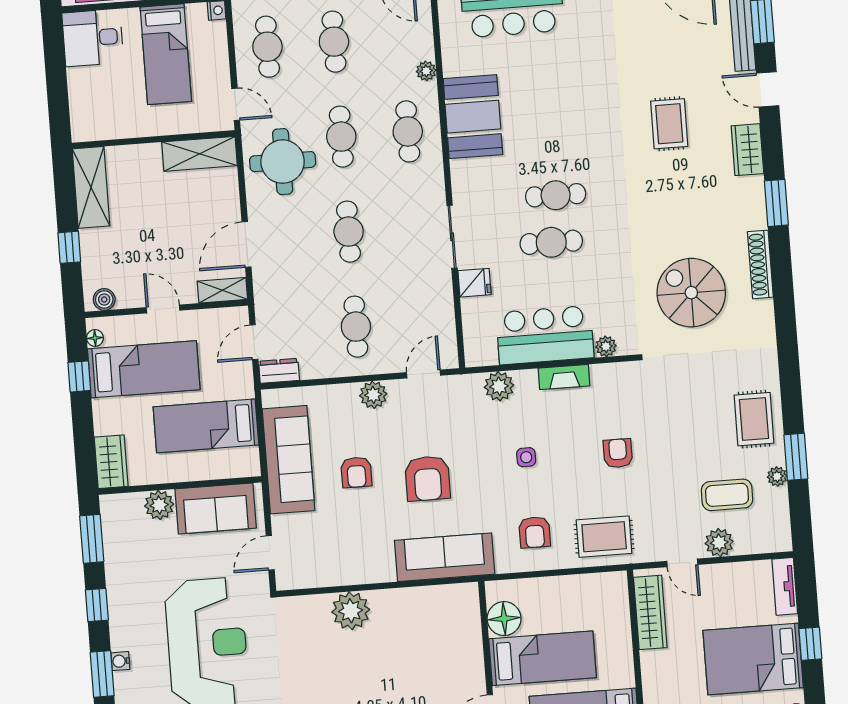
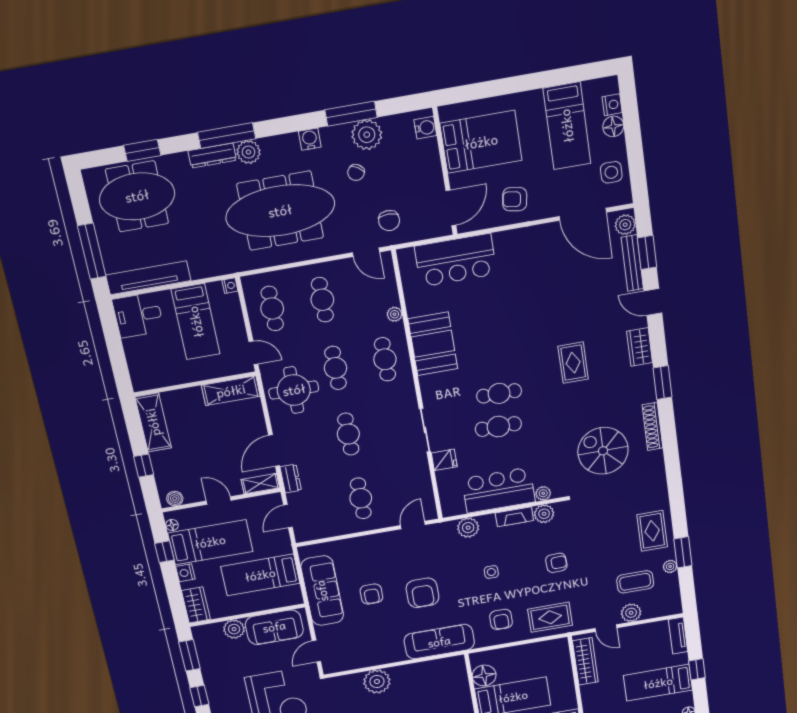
rug: (669, 124) -> (573, 363), moved
dresser: (279, 371) -> (291, 479), moved, turned 90
plant: (373, 395) -> (544, 514), moved
nightstand: (103, 411) -> (185, 573), added
armchair: (618, 453) -> (556, 563), turned 88
bed: (753, 659) -> (658, 683), width x0.67

